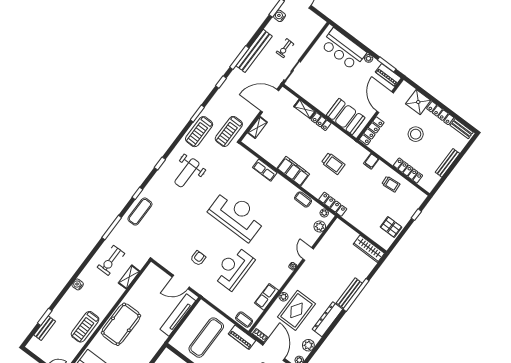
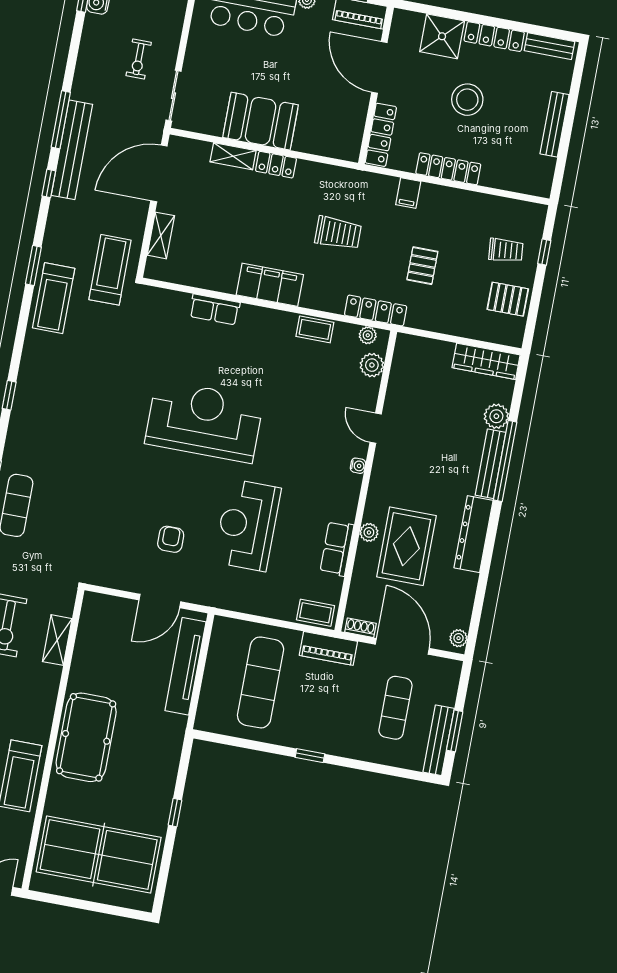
bench: (254, 51) -> (72, 150), moved
booth: (346, 116) -> (261, 121), moved
treadmill: (229, 131) -> (110, 270), turned 180
locker: (408, 171) -> (448, 169), moved
weight bench: (187, 173) -> (69, 388), removed
trolley: (391, 184) -> (506, 250), moved
pallet: (362, 195) -> (422, 266), added
plant: (308, 345) -> (496, 416), moved

